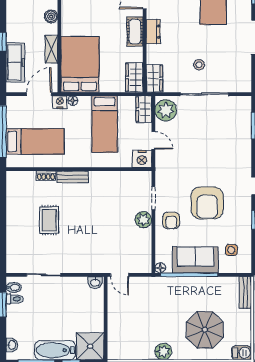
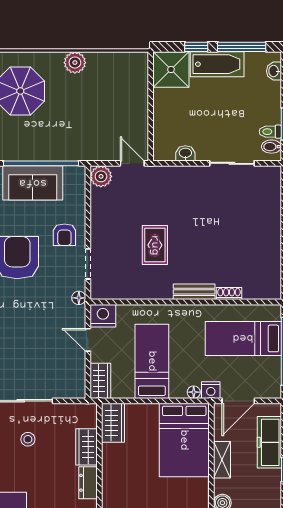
cot: (135, 32) -> (112, 483), removed
wardrobe: (154, 78) -> (86, 447), moved
plant: (166, 110) -> (72, 379), removed
rug: (49, 220) -> (155, 245), moved
plant: (143, 220) -> (101, 176), moved
armchair: (171, 220) -> (64, 235), turned 180
floor lamp: (160, 268) -> (79, 298), moved
washbasin: (95, 282) -> (185, 153), moved

